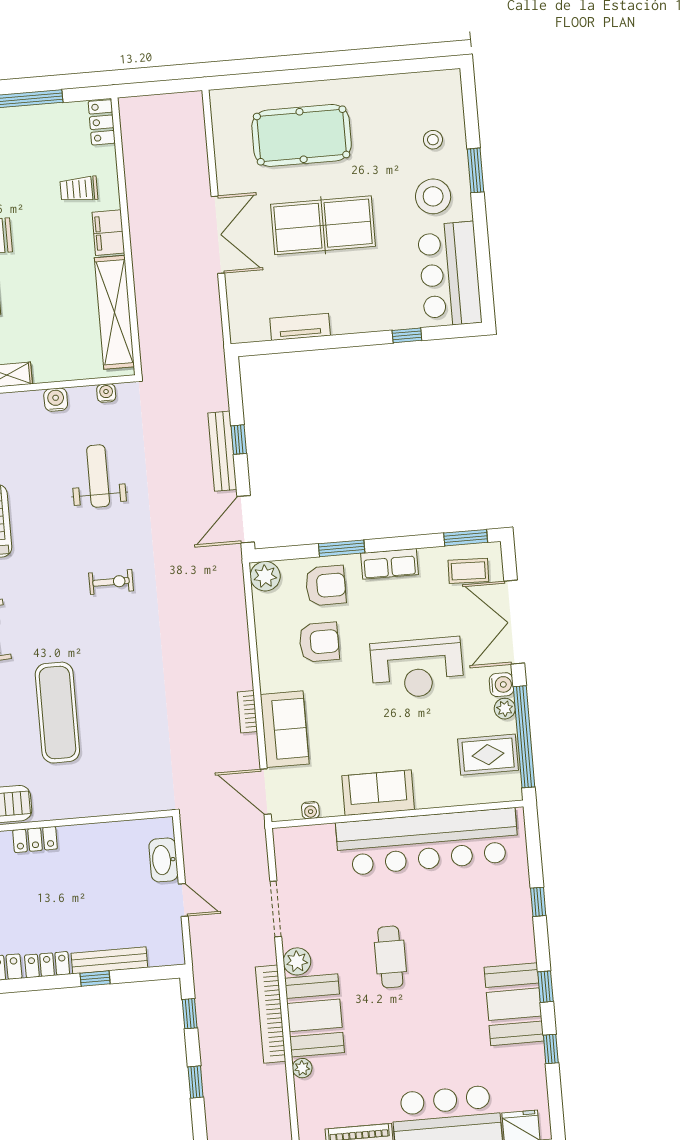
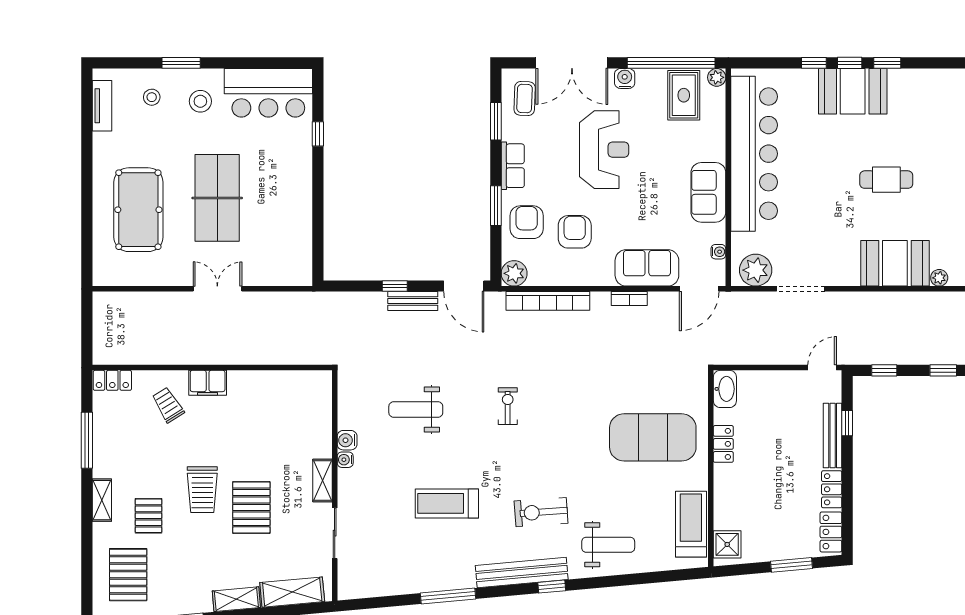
trolley: (79, 189) -> (168, 405), turned 148
stool: (433, 196) -> (200, 101), width x0.73, depth x0.73
double door: (218, 235) -> (217, 289), width x0.73
shelving: (114, 312) -> (276, 383), removed
tv unit: (300, 327) -> (102, 106), moved, turned 180
water cooler: (106, 393) -> (345, 460), moved
bench: (222, 451) -> (413, 301), width x0.73
window: (466, 538) -> (496, 121), moved
plant: (505, 709) -> (717, 77), moved
exercise mat: (57, 713) -> (653, 437), moved, width x1.47
locker: (35, 840) -> (723, 444), moved
washbasin: (163, 860) -> (725, 389), moved, turned -90
door: (183, 900) -> (822, 368), moved
cafe table: (390, 957) -> (886, 180), moved
plant: (297, 961) -> (756, 270), moved, width x1.36, depth x1.36
window: (95, 979) -> (847, 423), moved
booth: (514, 1004) -> (853, 91), moved
bookcase: (271, 1014) -> (548, 301), moved
window: (551, 1049) -> (850, 63), moved

